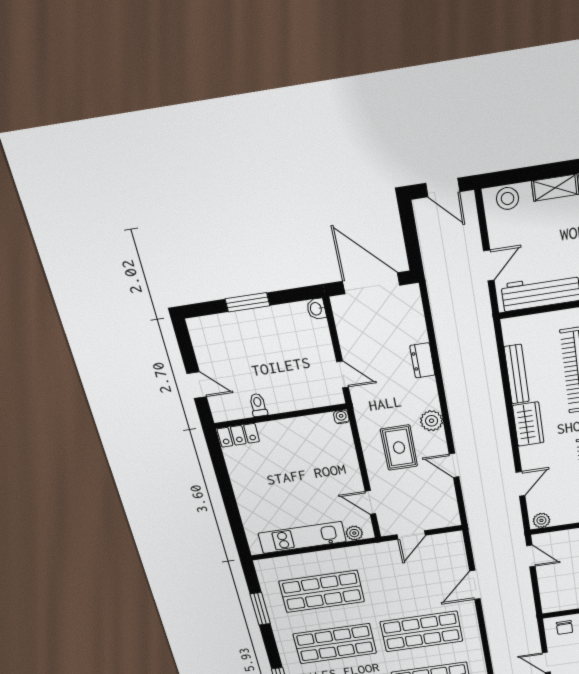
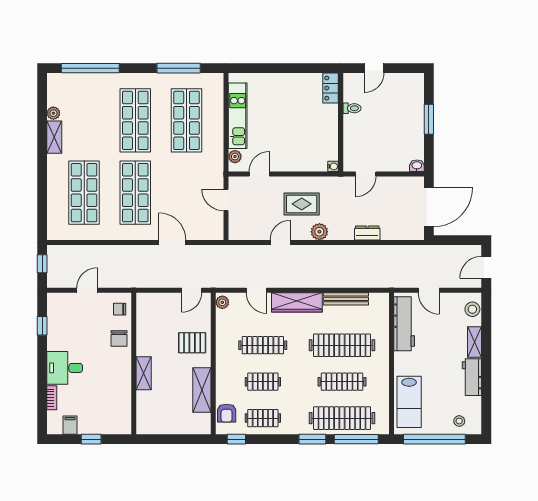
wardrobe: (528, 424) -> (297, 302), width x1.50
window: (260, 609) -> (179, 68), width x1.44

